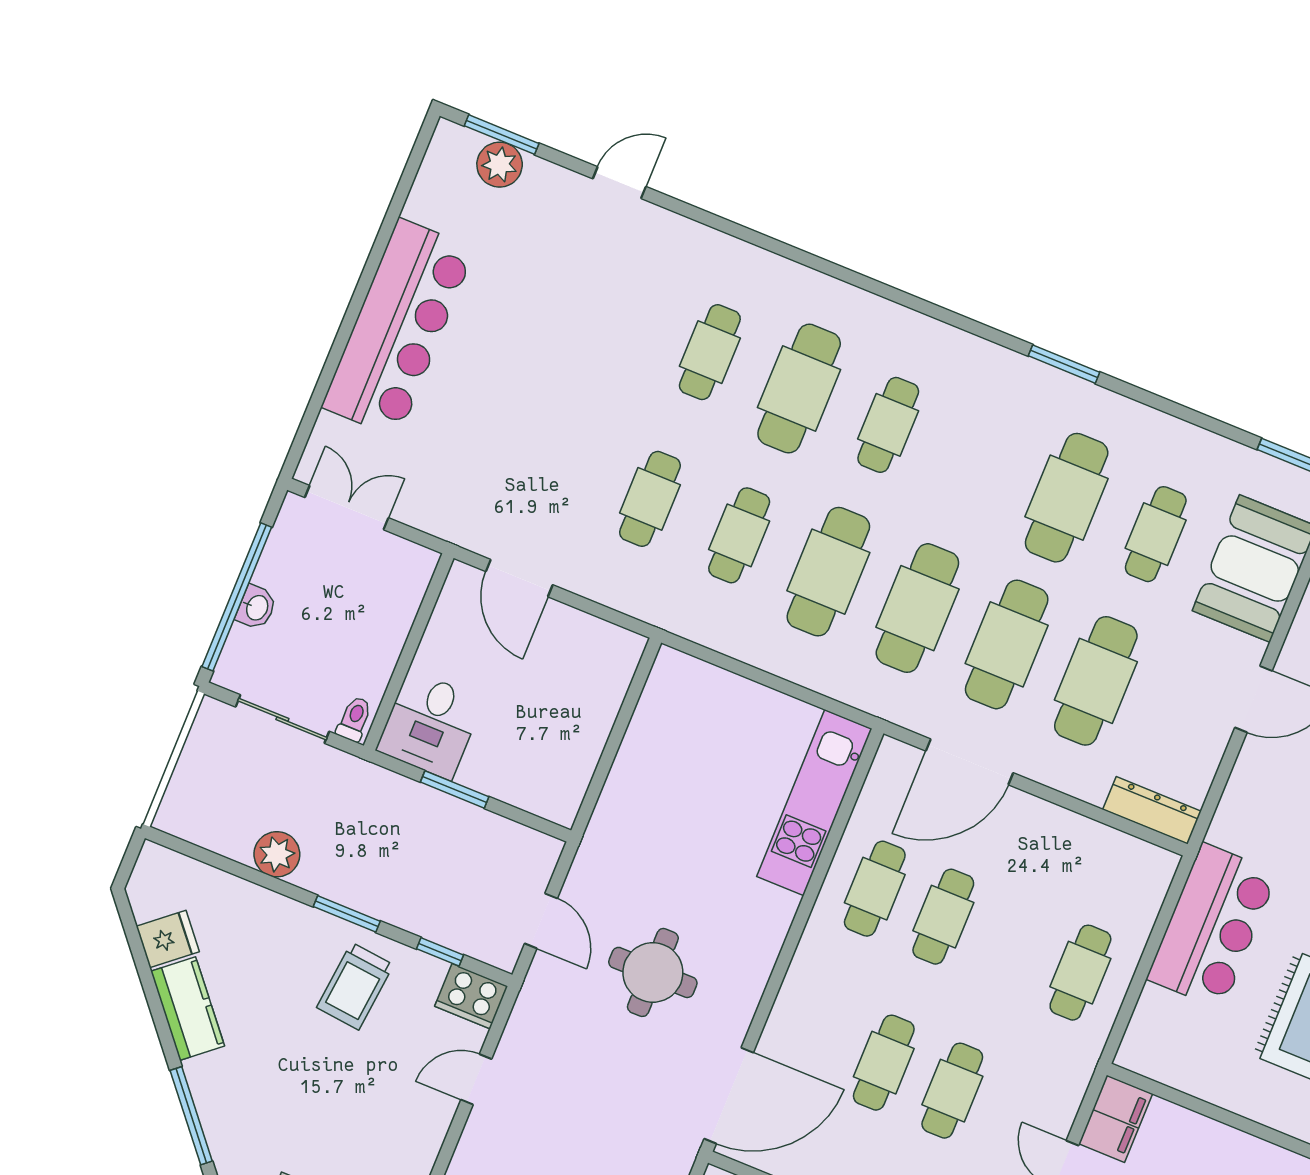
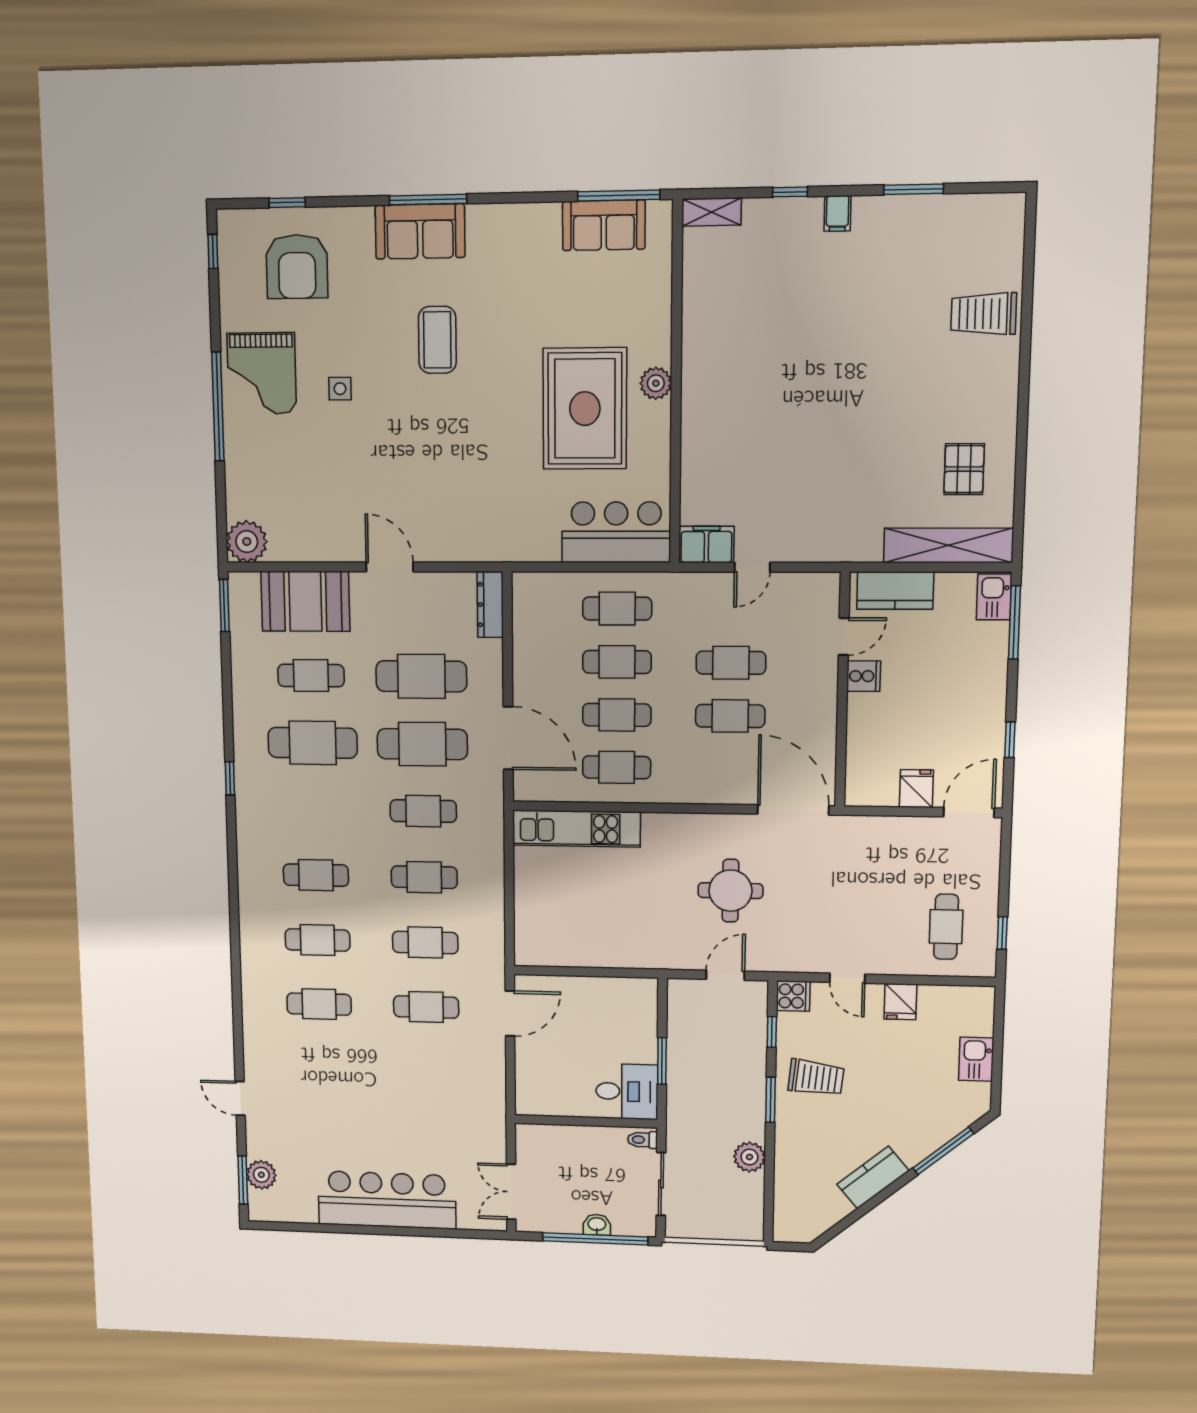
window: (1064, 364) -> (230, 778), width x0.67
cafe table: (799, 389) -> (317, 940), width x0.73, depth x0.74
cafe table: (828, 572) -> (424, 877), width x0.73, depth x0.74
door: (519, 578) -> (510, 1013), moved
cafe table: (917, 608) -> (423, 811), width x0.73, depth x0.74
bar counter: (1212, 926) -> (616, 532), moved
fridge: (168, 939) -> (900, 1002), moved, turned -140
cafe table: (1012, 945) -> (617, 662), added
cooker: (471, 996) -> (793, 996), width x0.73

